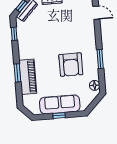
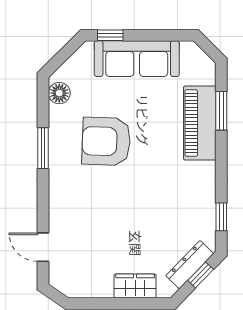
armchair: (71, 65) -> (106, 141), turned -88
window: (17, 73) -> (221, 111), moved
window: (59, 116) -> (110, 35), moved

